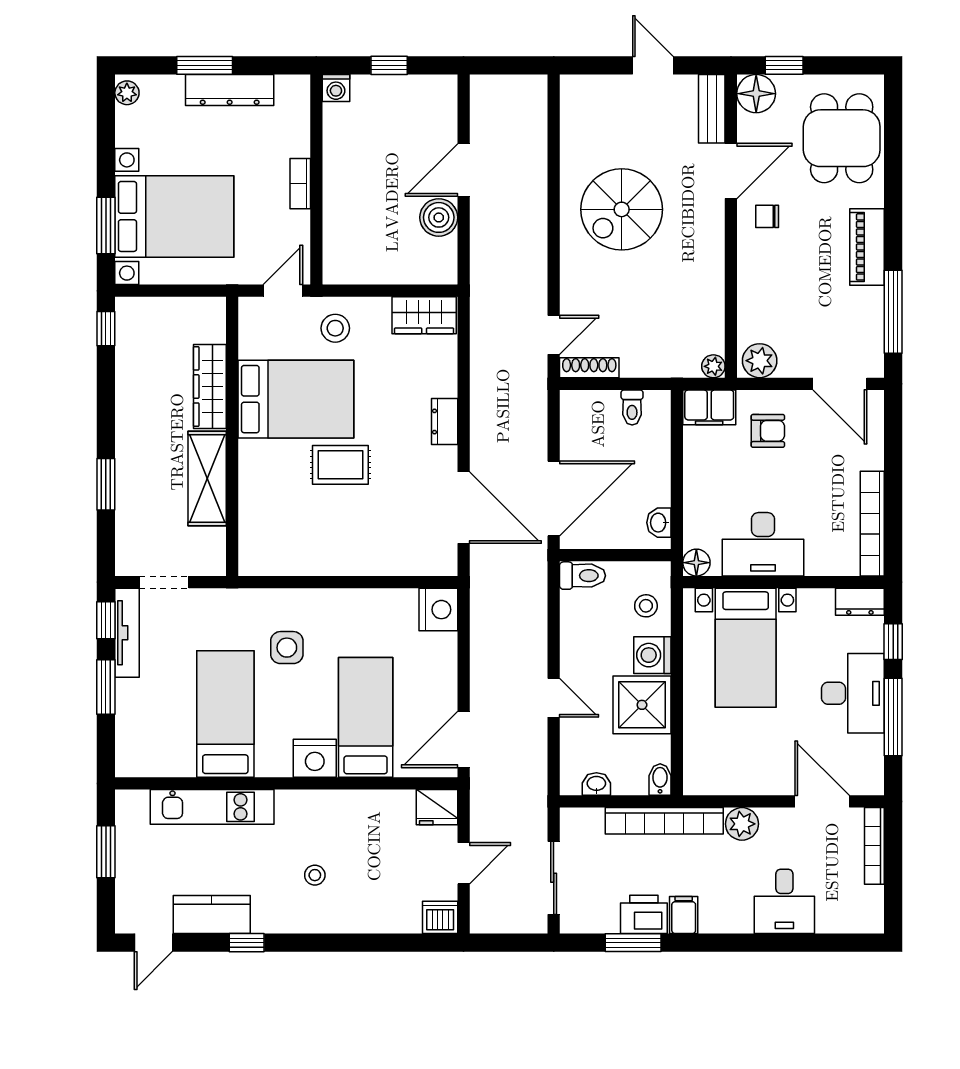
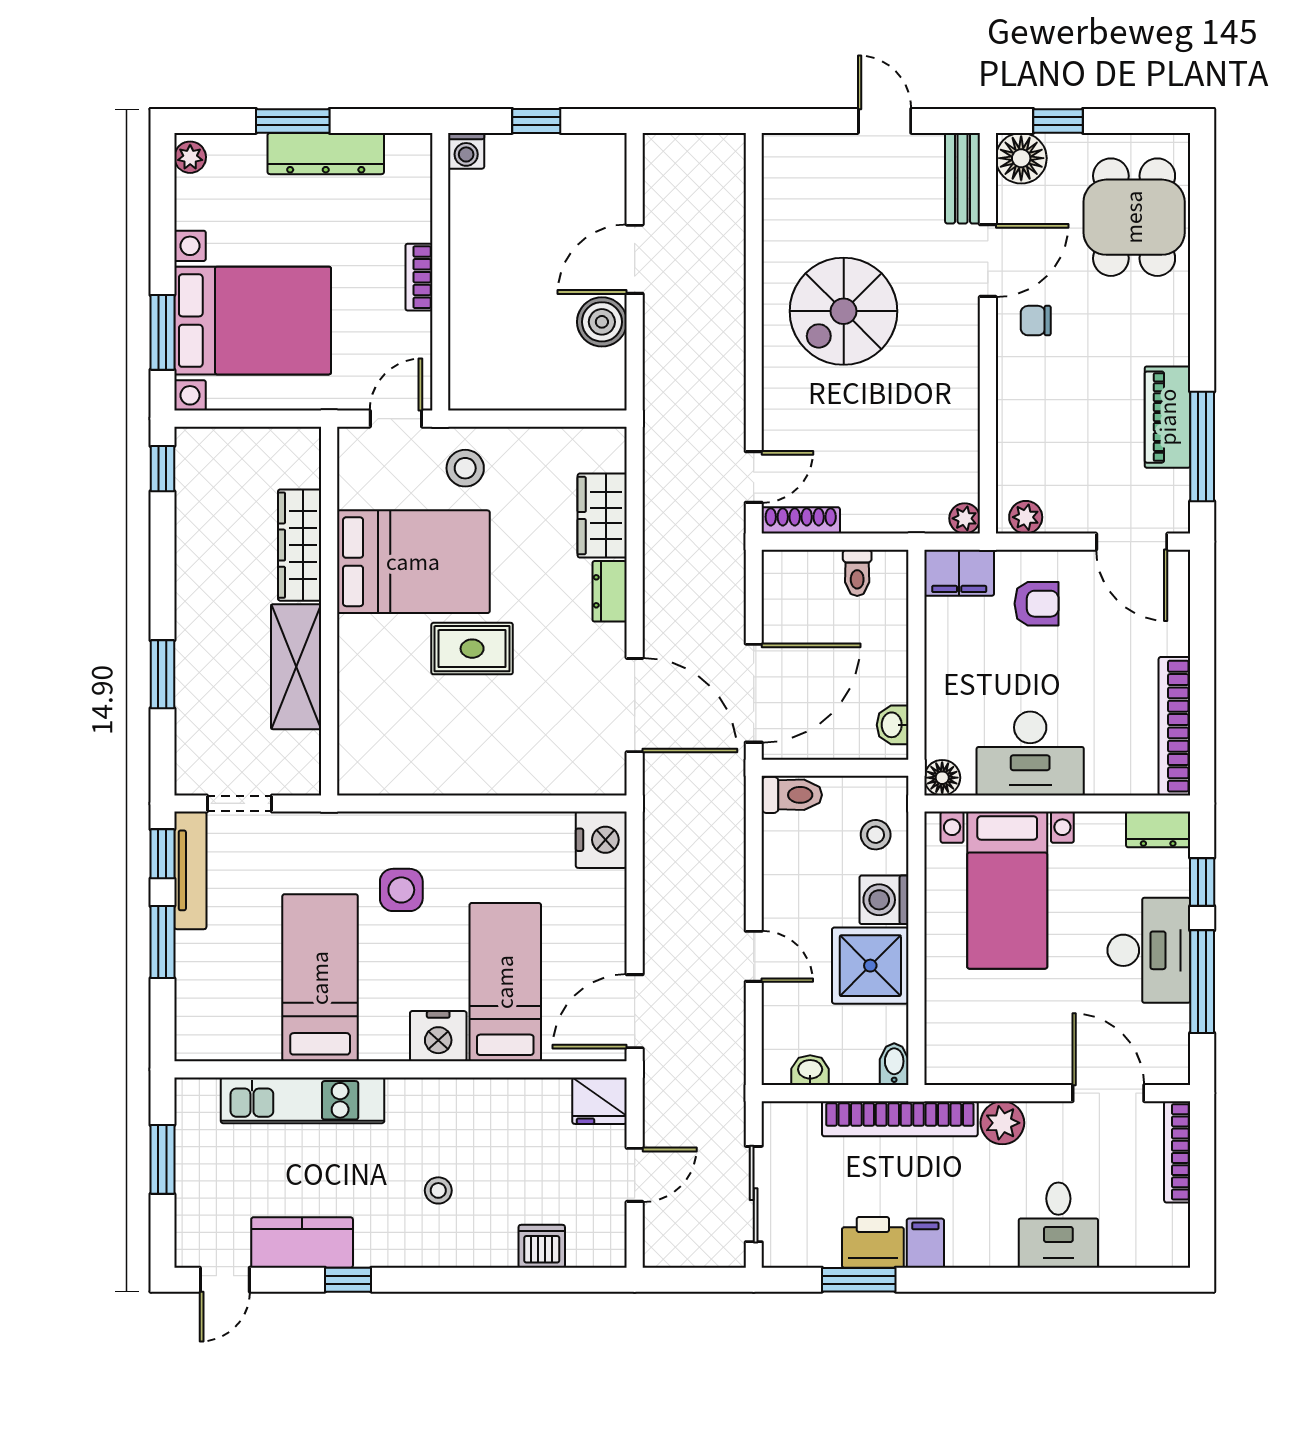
piano: (867, 247) -> (1168, 417), moved
wardrobe: (424, 315) -> (602, 516), moved, turned 90
plant: (760, 361) -> (1026, 517), width x0.73, depth x0.73
dishwasher: (440, 917) -> (542, 1246), moved

